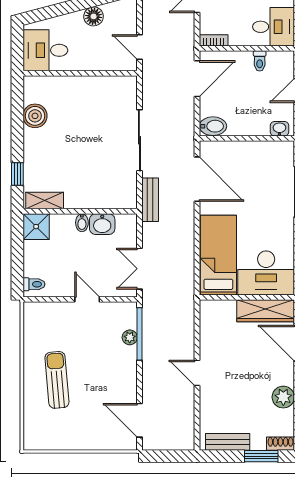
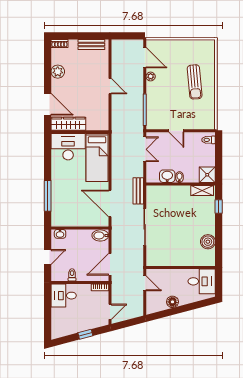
plant: (130, 337) -> (151, 76), moved
window: (261, 456) -> (71, 36), removed

